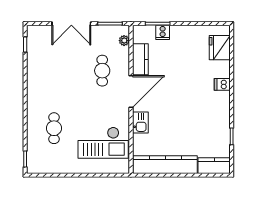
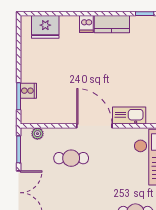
kitchen counter: (140, 59) -> (112, 24), moved, turned 180
kitchen sink: (140, 123) -> (129, 116), width x1.38

